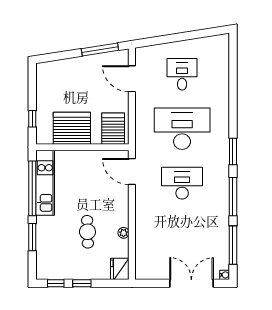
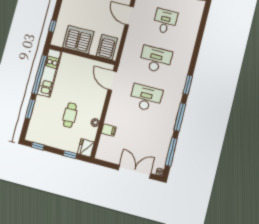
desk: (182, 129) -> (156, 59), width x0.73, depth x0.77
filing cabinet: (144, 238) -> (109, 130), added
window: (82, 283) -> (70, 155), moved

